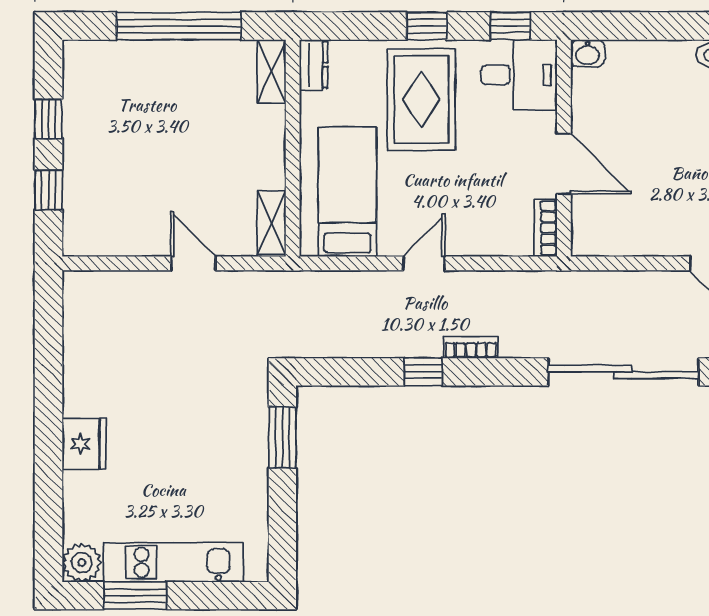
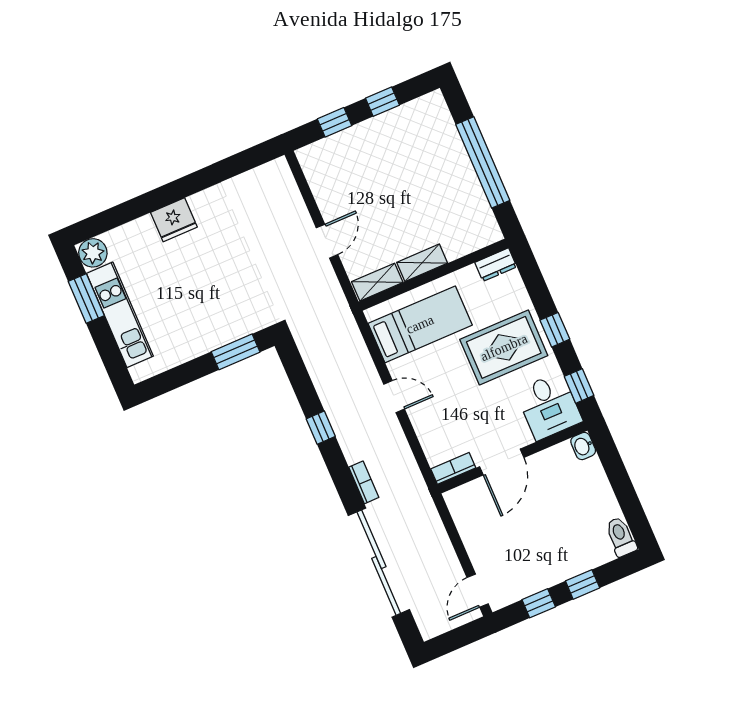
shelving: (272, 71) -> (422, 263), moved
bookcase: (471, 347) -> (364, 482), moved

